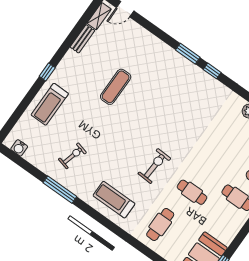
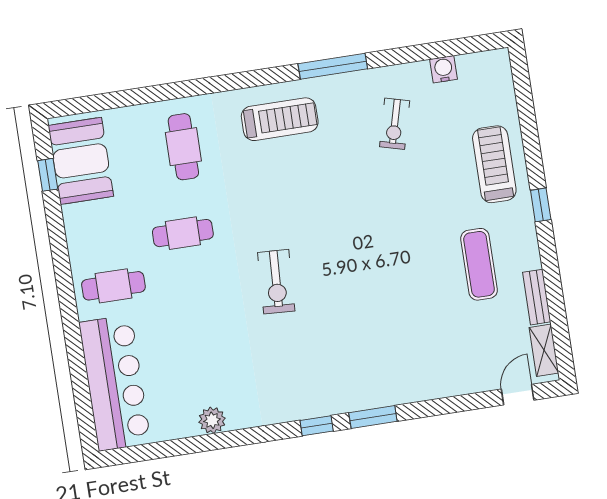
exercise mat: (116, 87) -> (479, 264), moved
water cooler: (19, 148) -> (443, 69), moved
exercise bike: (154, 166) -> (276, 282), moved
window: (60, 190) -> (333, 66), moved

